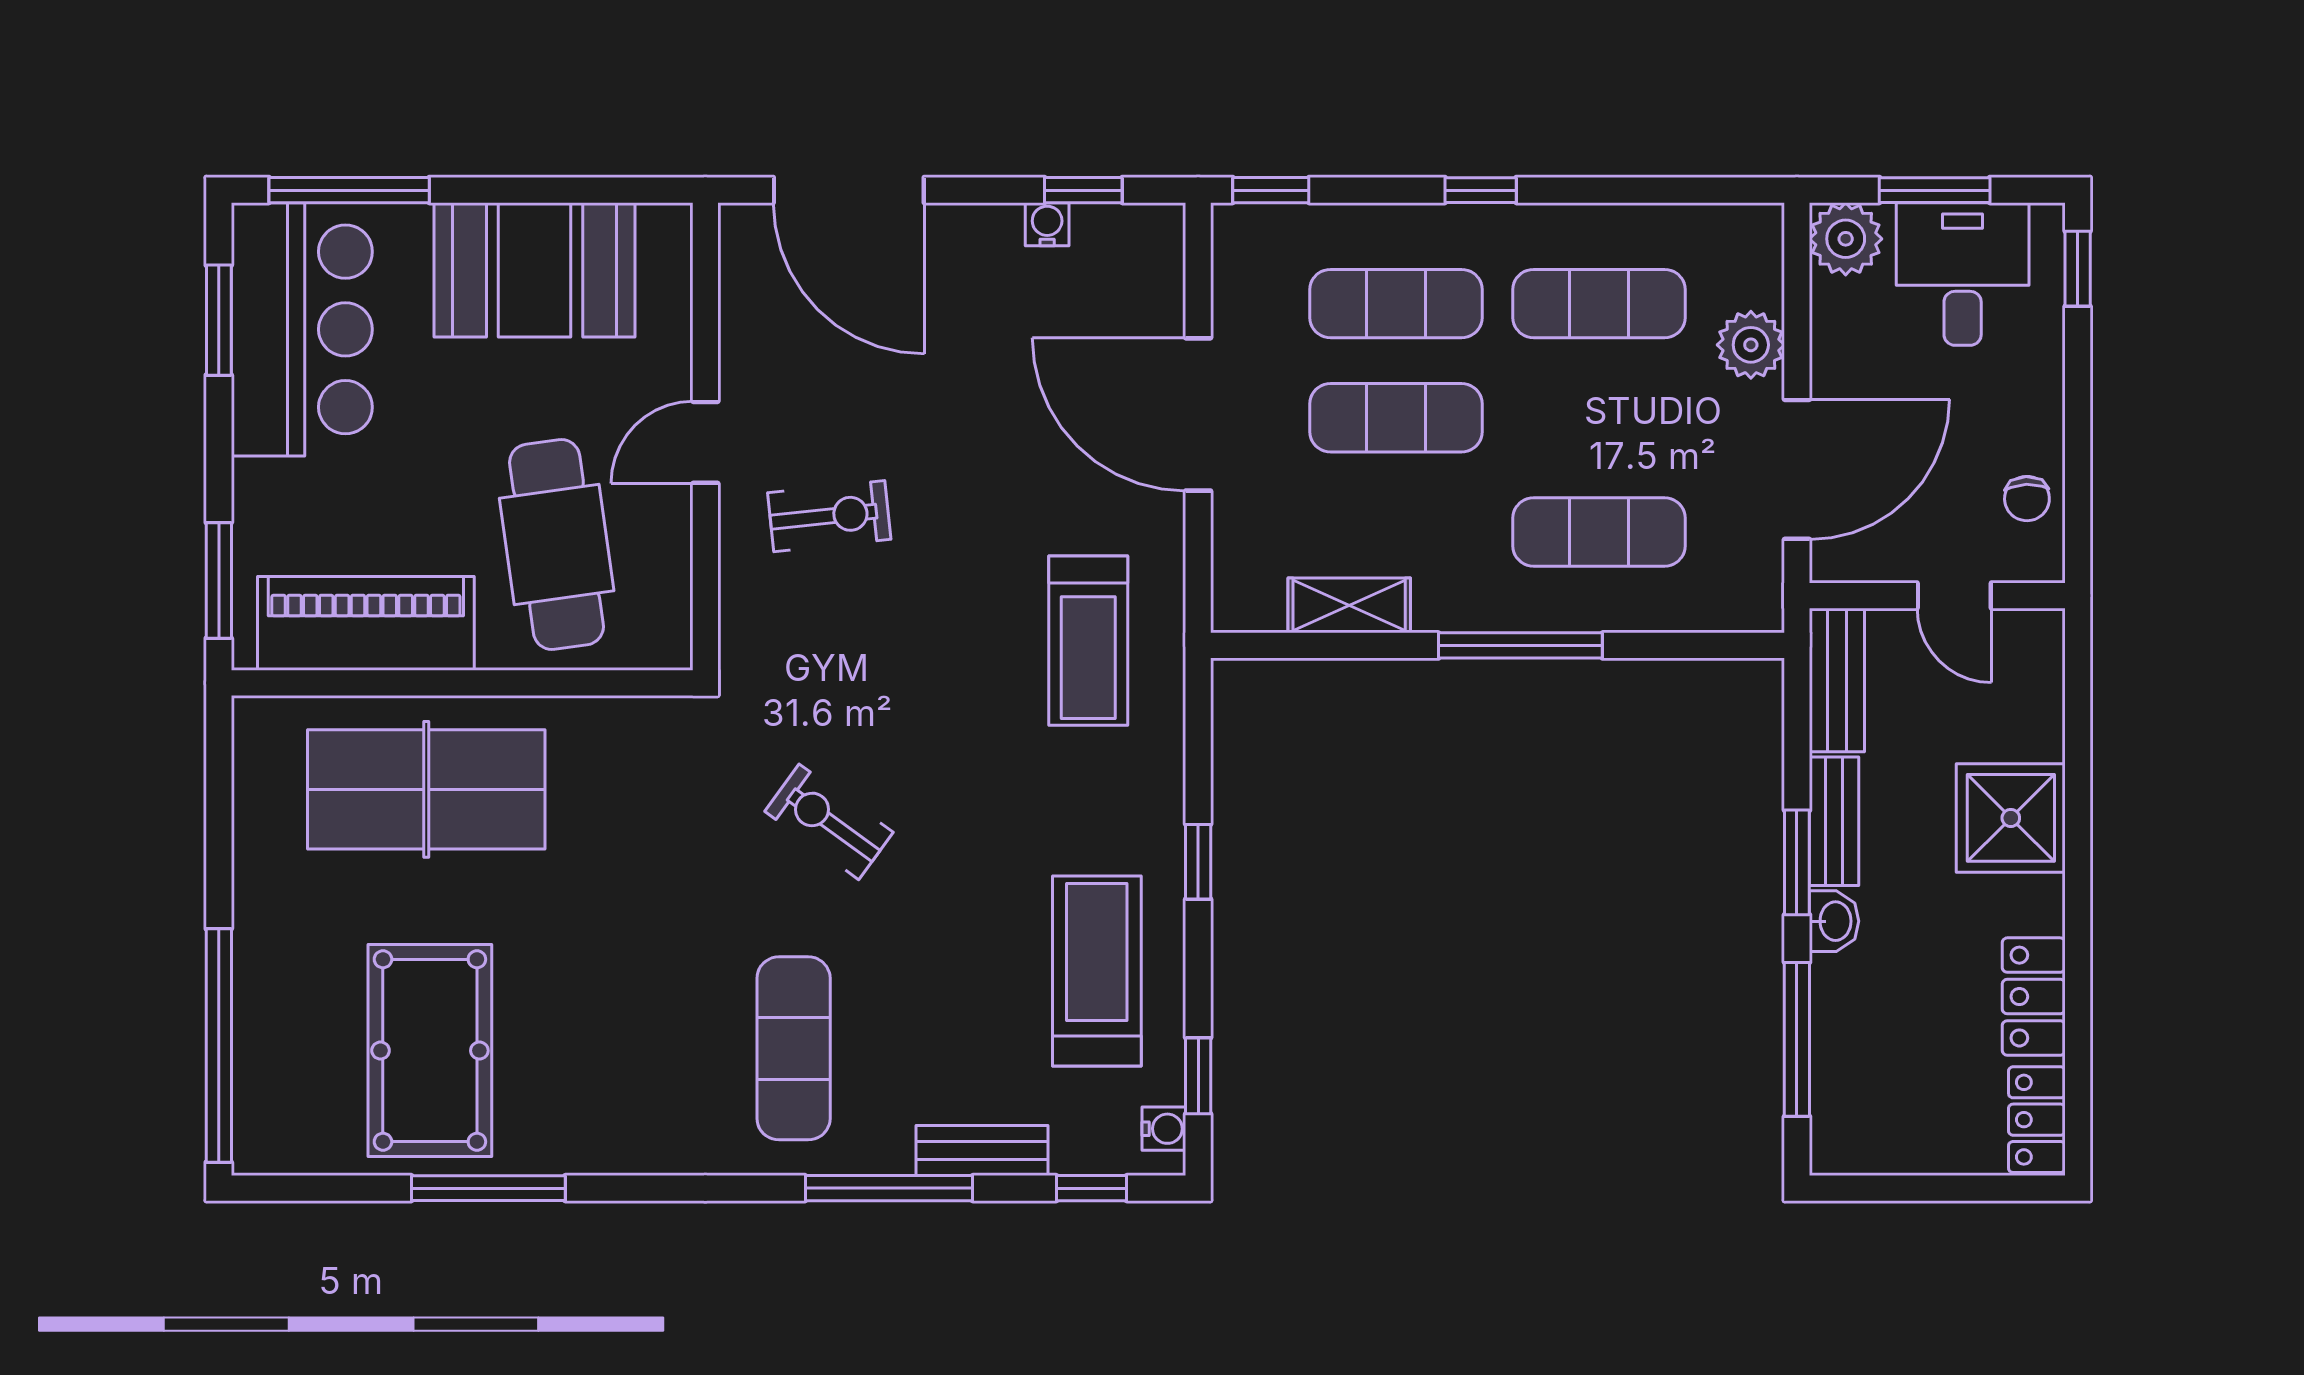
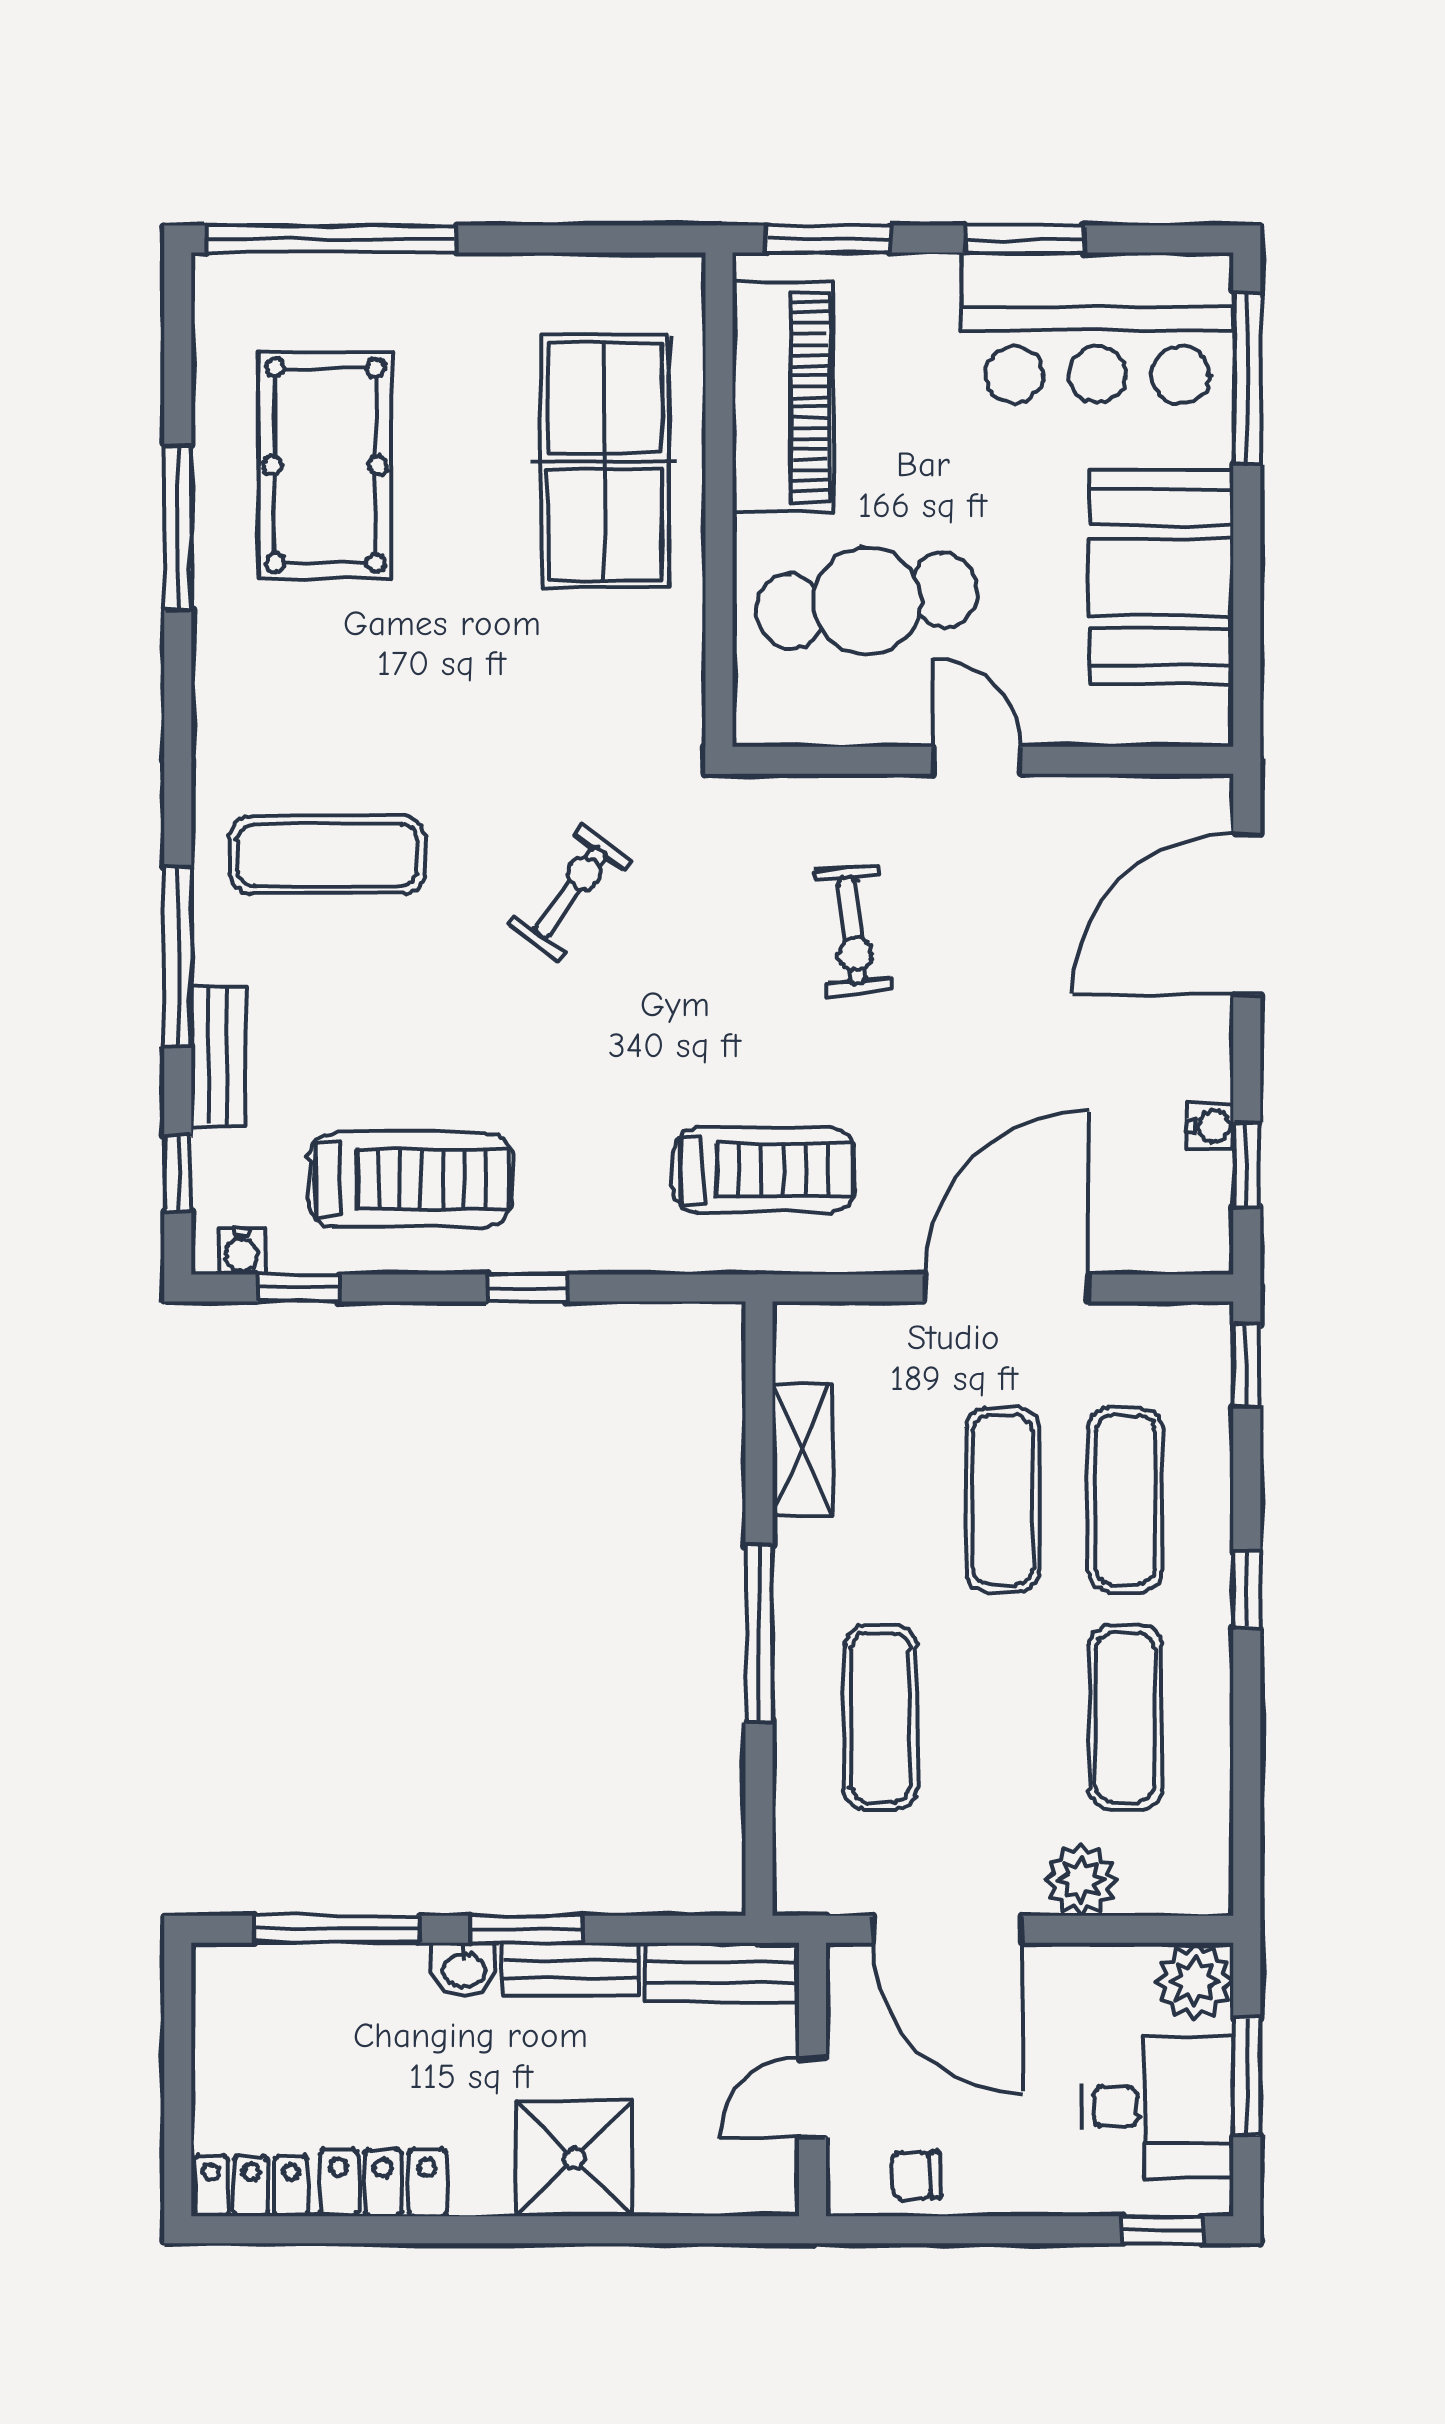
window: (219, 320) -> (1025, 239), moved
exercise bike: (829, 516) -> (853, 930), moved
treadmill: (1088, 641) -> (764, 1170), turned 180
pool table: (430, 1051) -> (325, 465), turned 90

